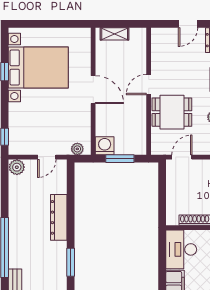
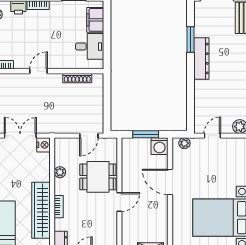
door: (93, 90) -> (170, 182), moved
dresser: (59, 217) -> (201, 59), moved
desk: (181, 249) -> (90, 46), width x0.73

